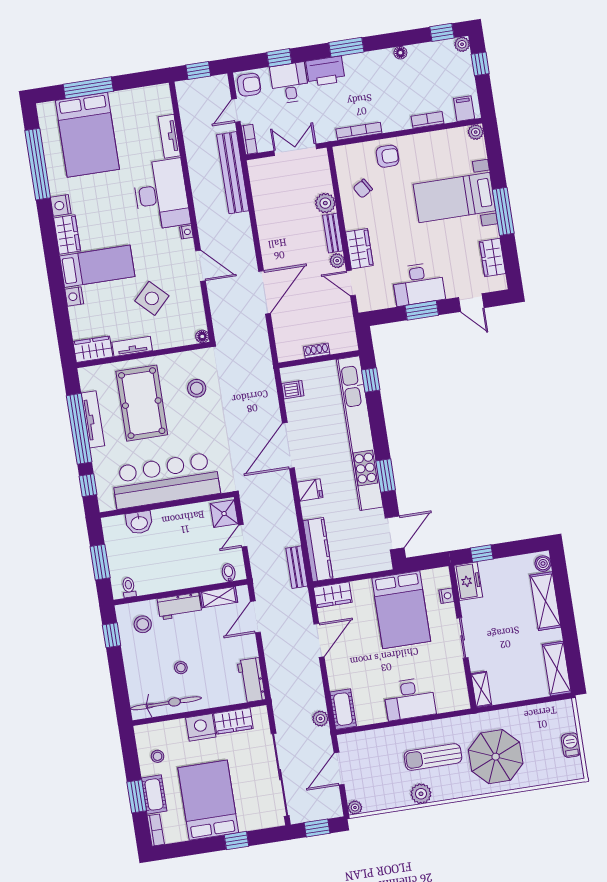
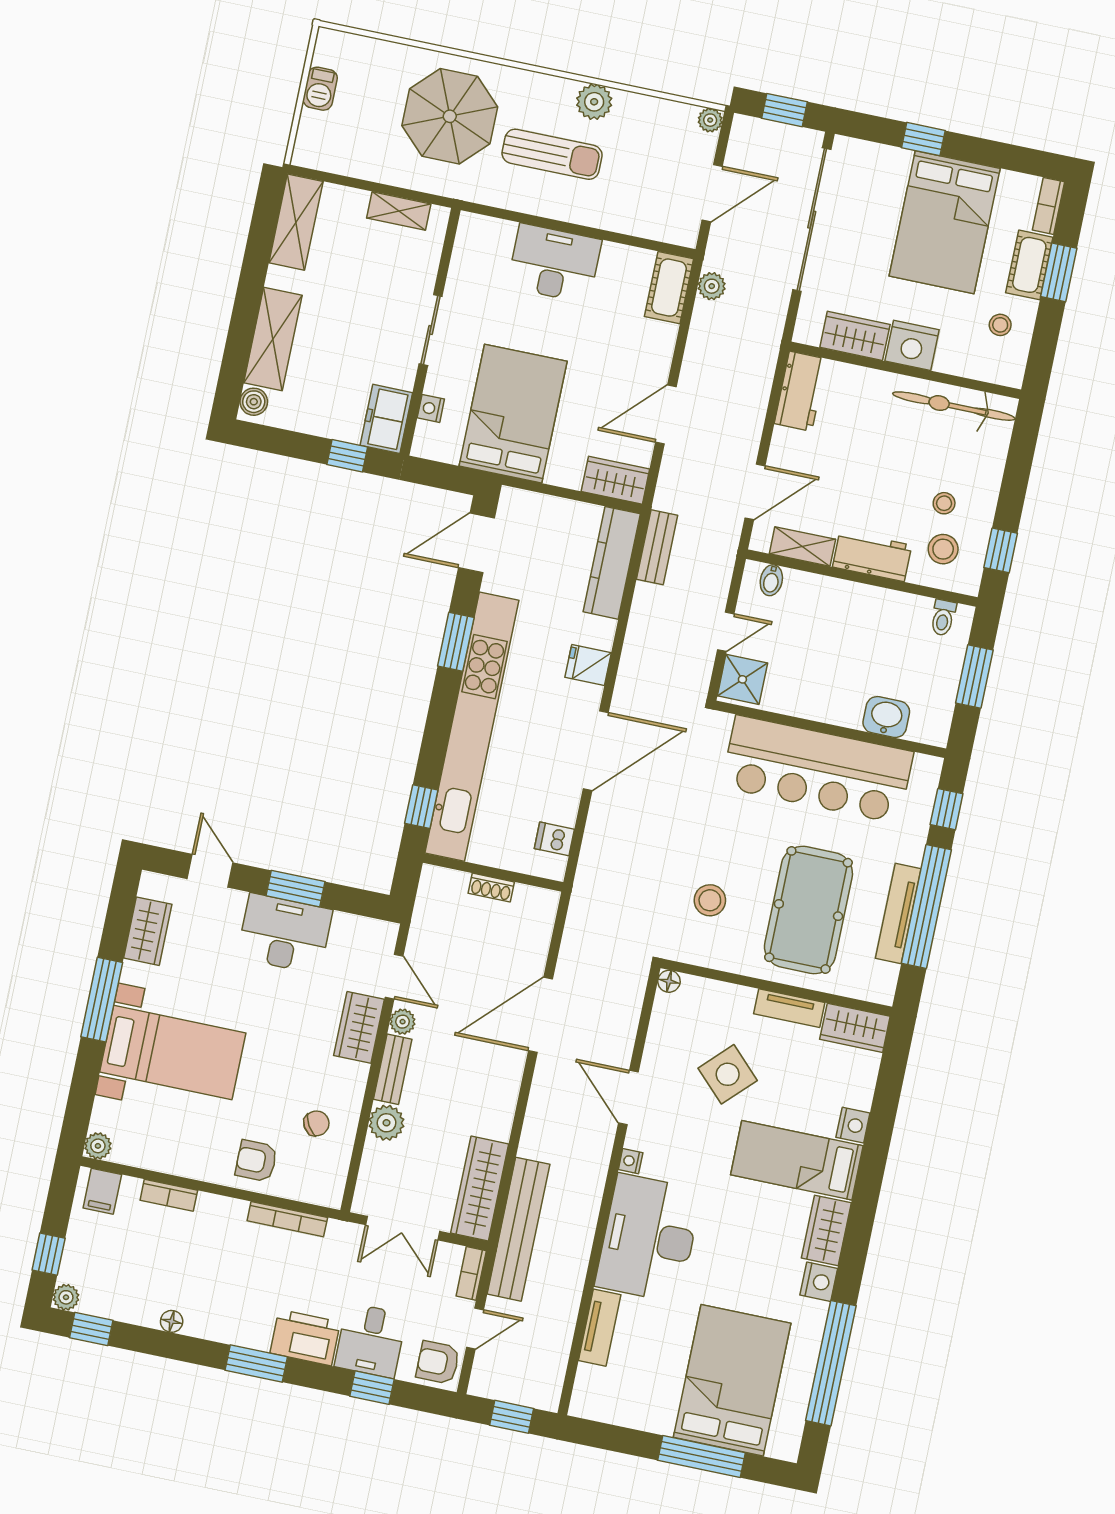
wardrobe: (262, 187) -> (480, 1189), added
stool: (181, 668) -> (944, 503), moved
shelving: (481, 689) -> (399, 211), moved, turned 90

